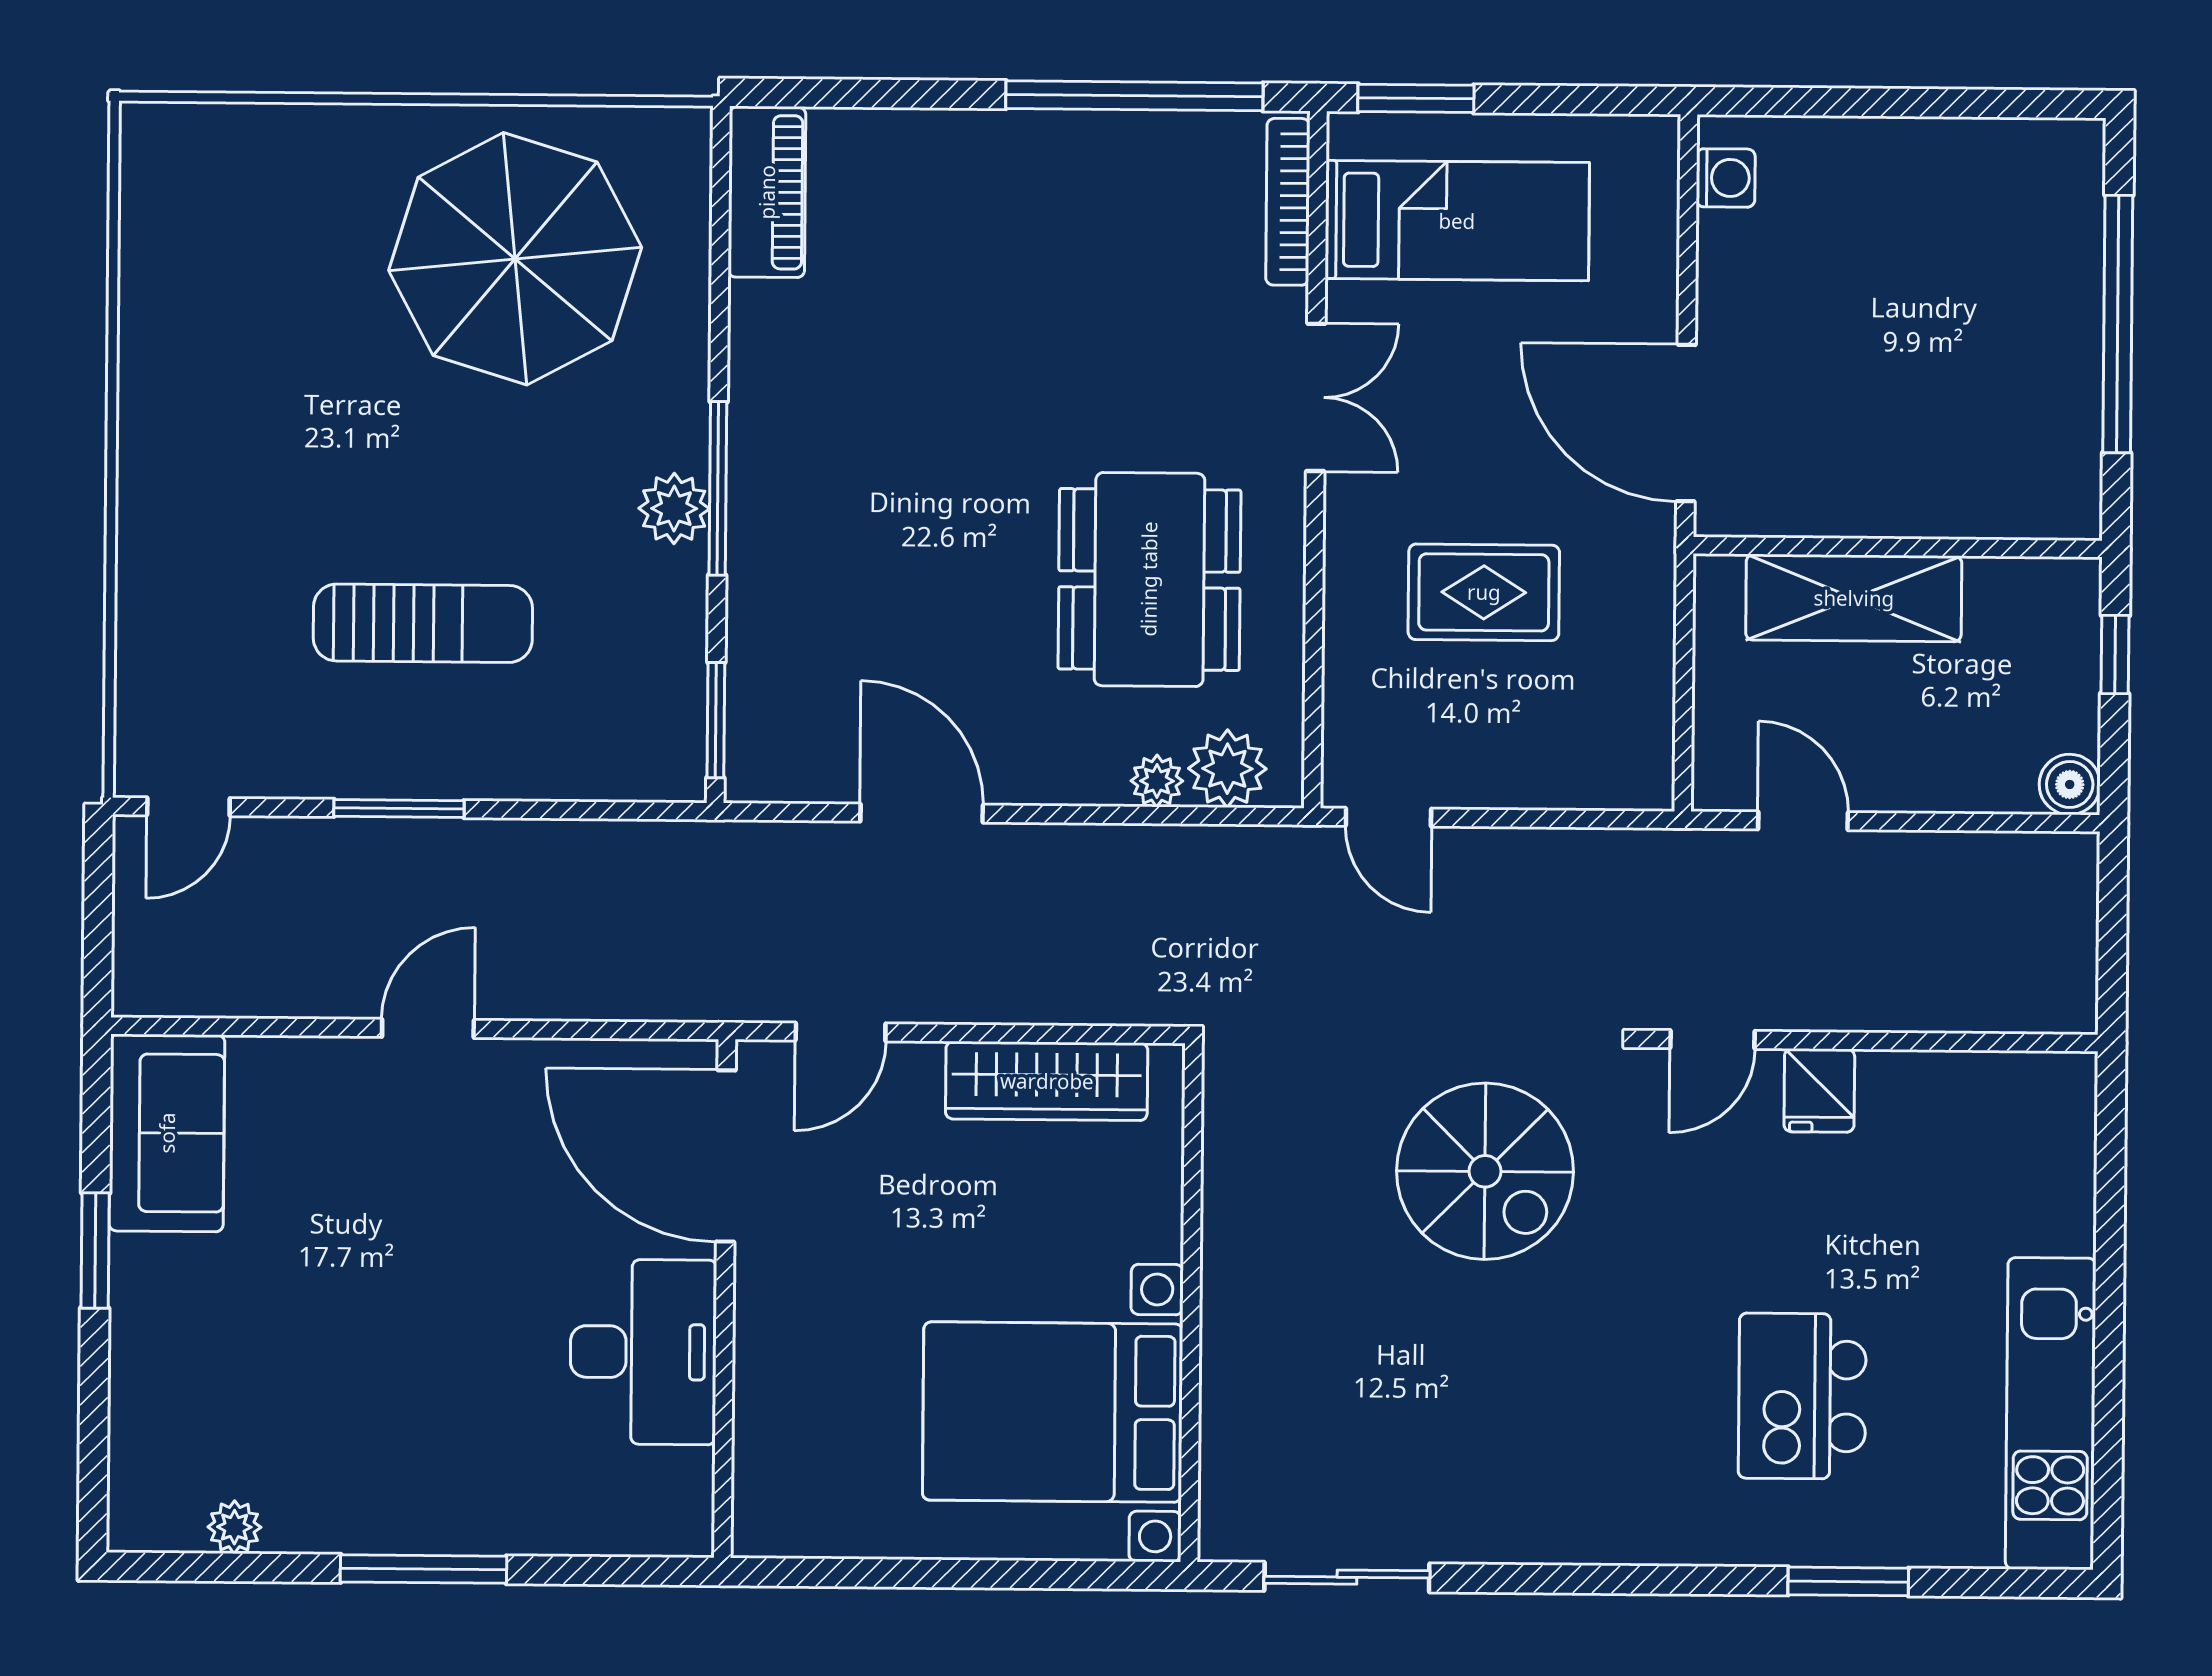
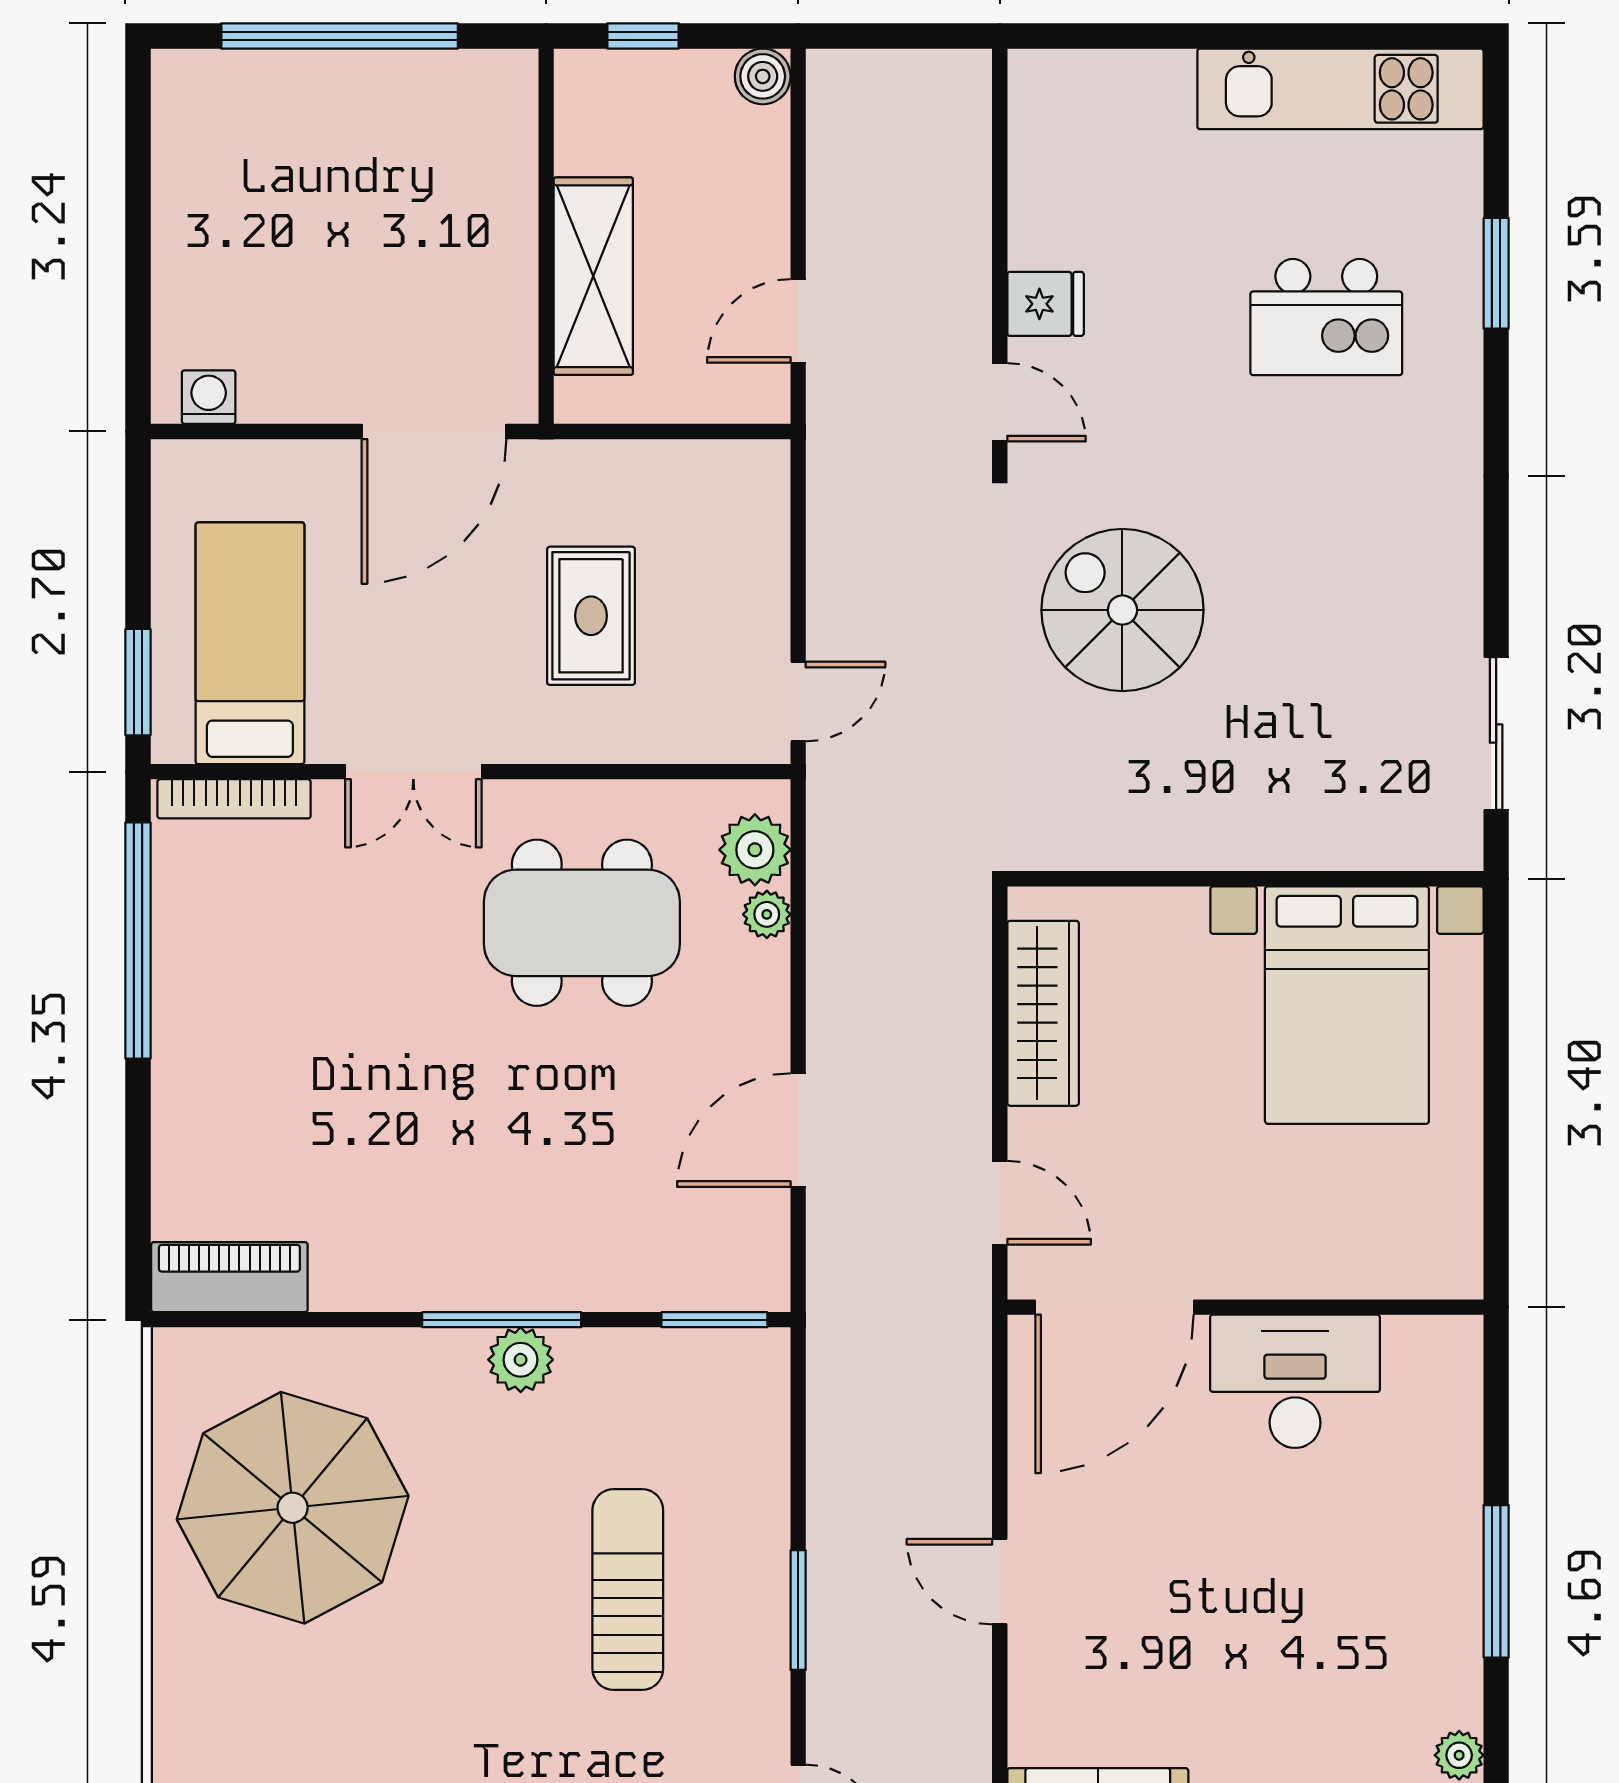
double door: (1316, 397) -> (413, 772), swing flipped
spiral stairs: (1485, 1171) -> (1122, 610), turned -90

